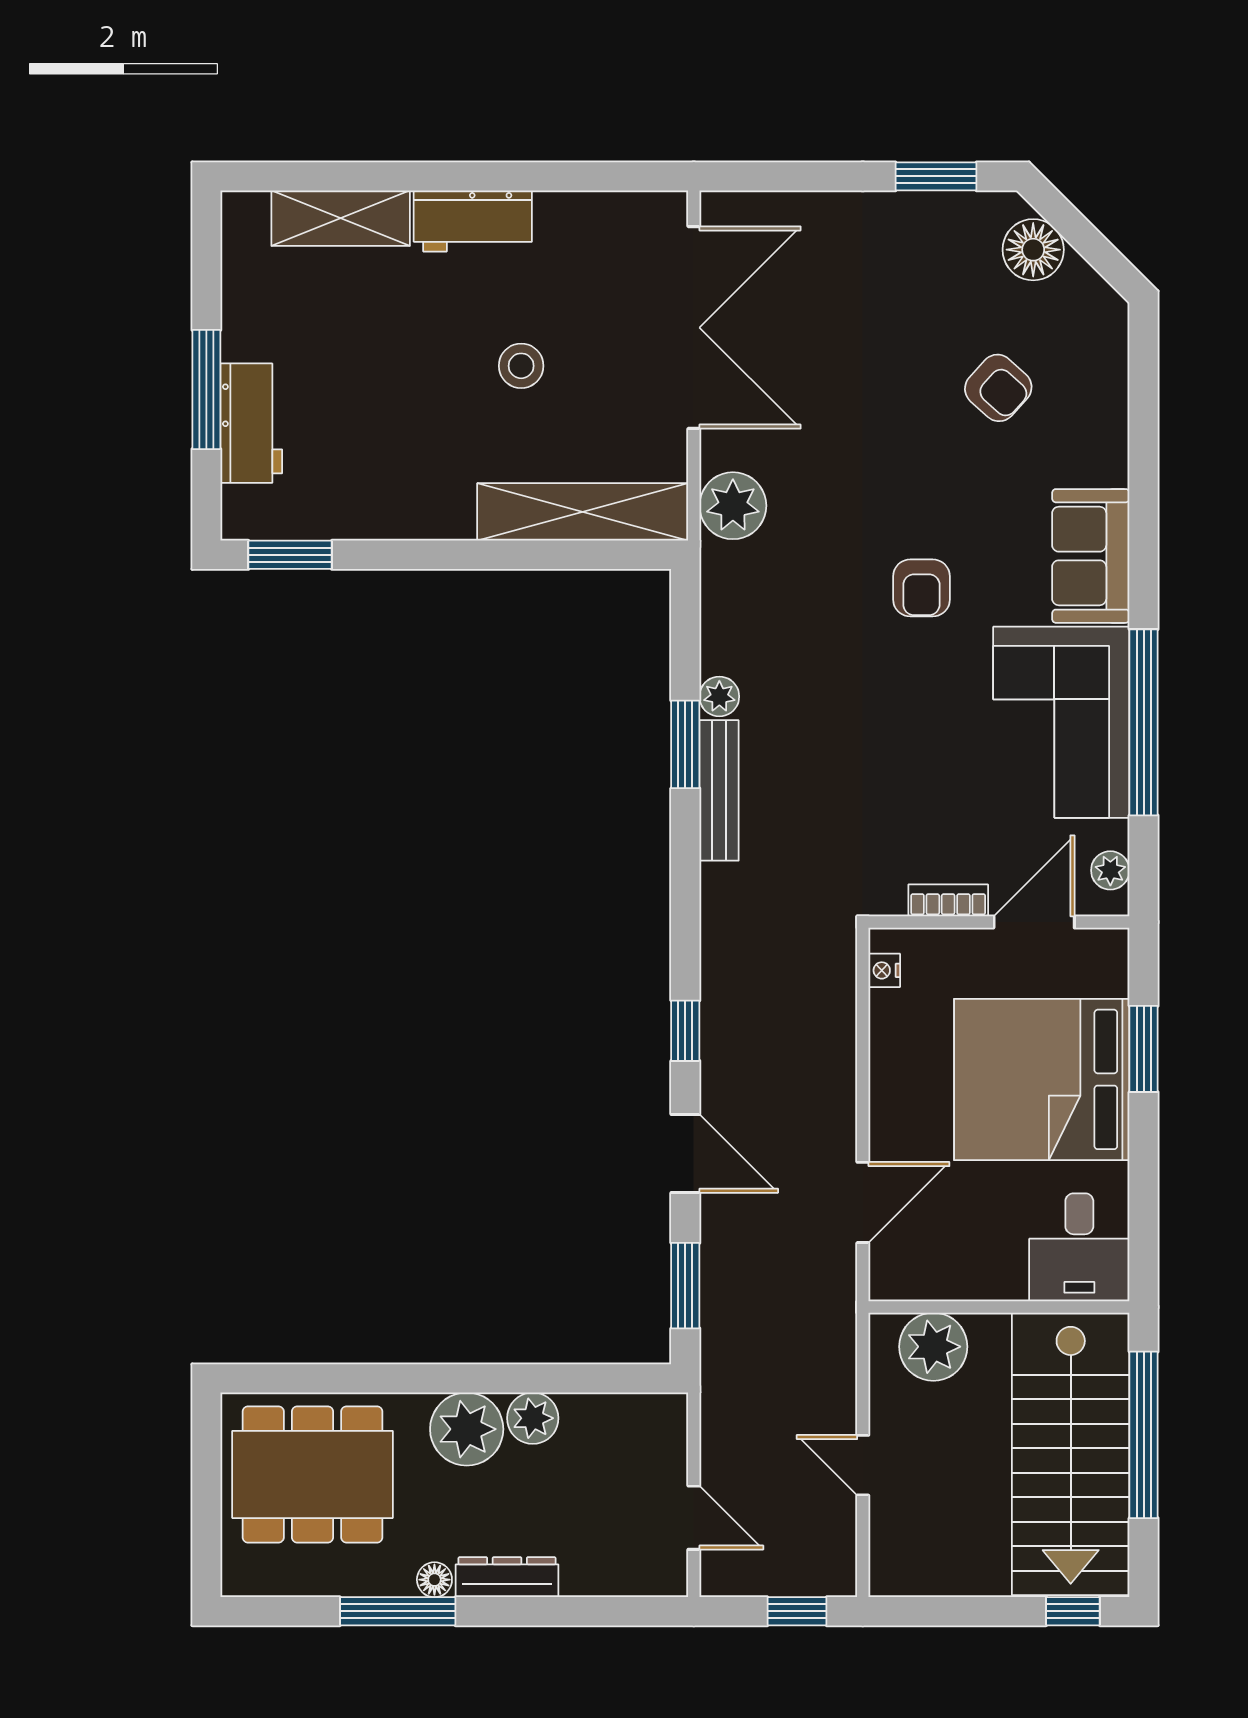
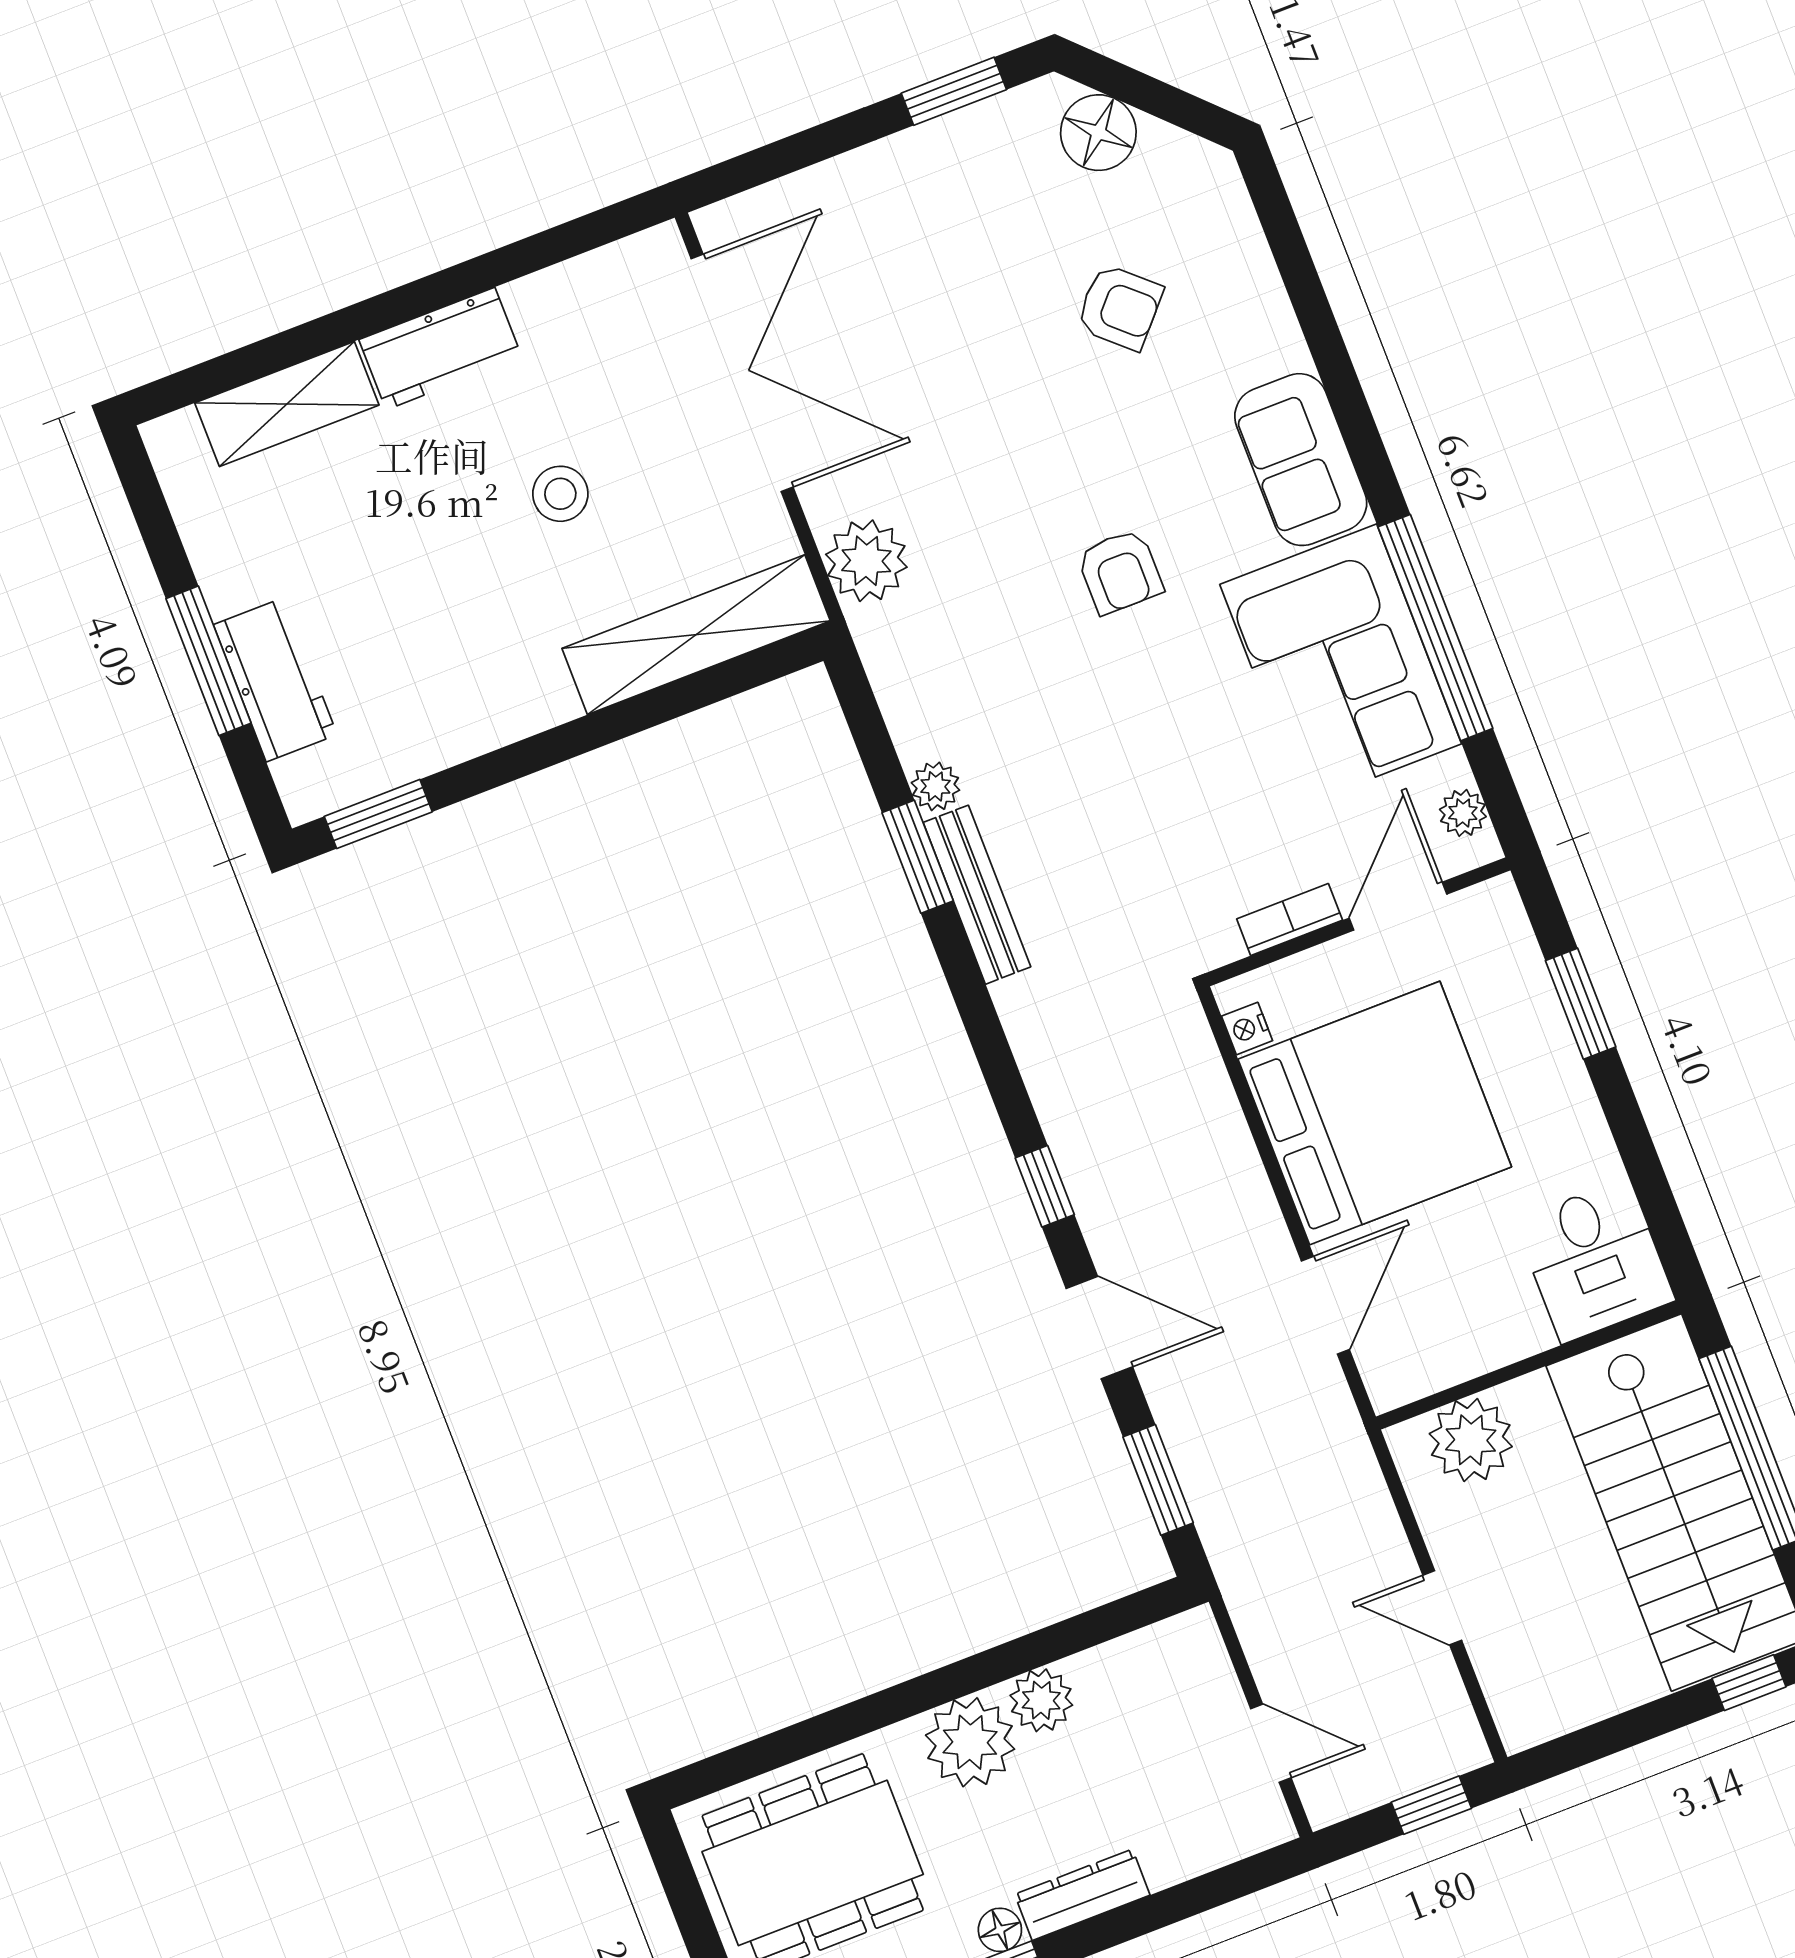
bed: (1042, 1079) -> (1375, 1113), moved, turned 180

